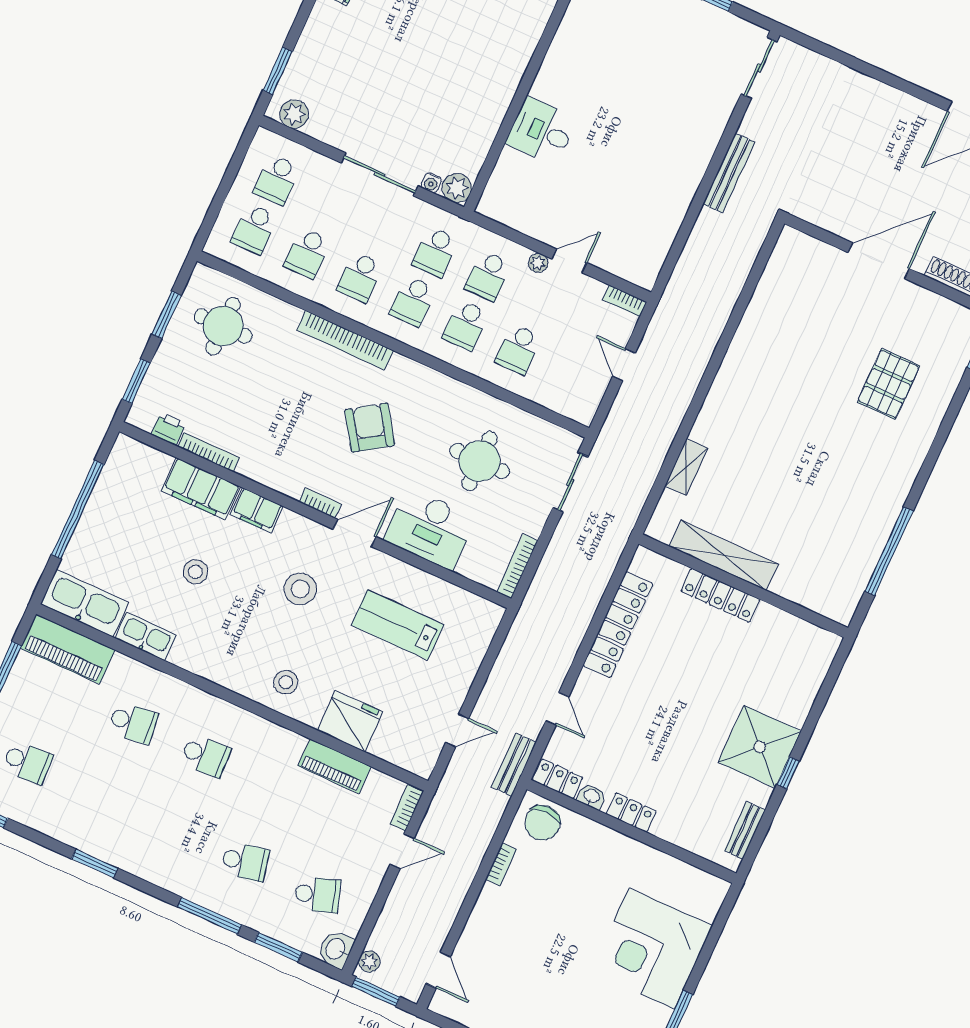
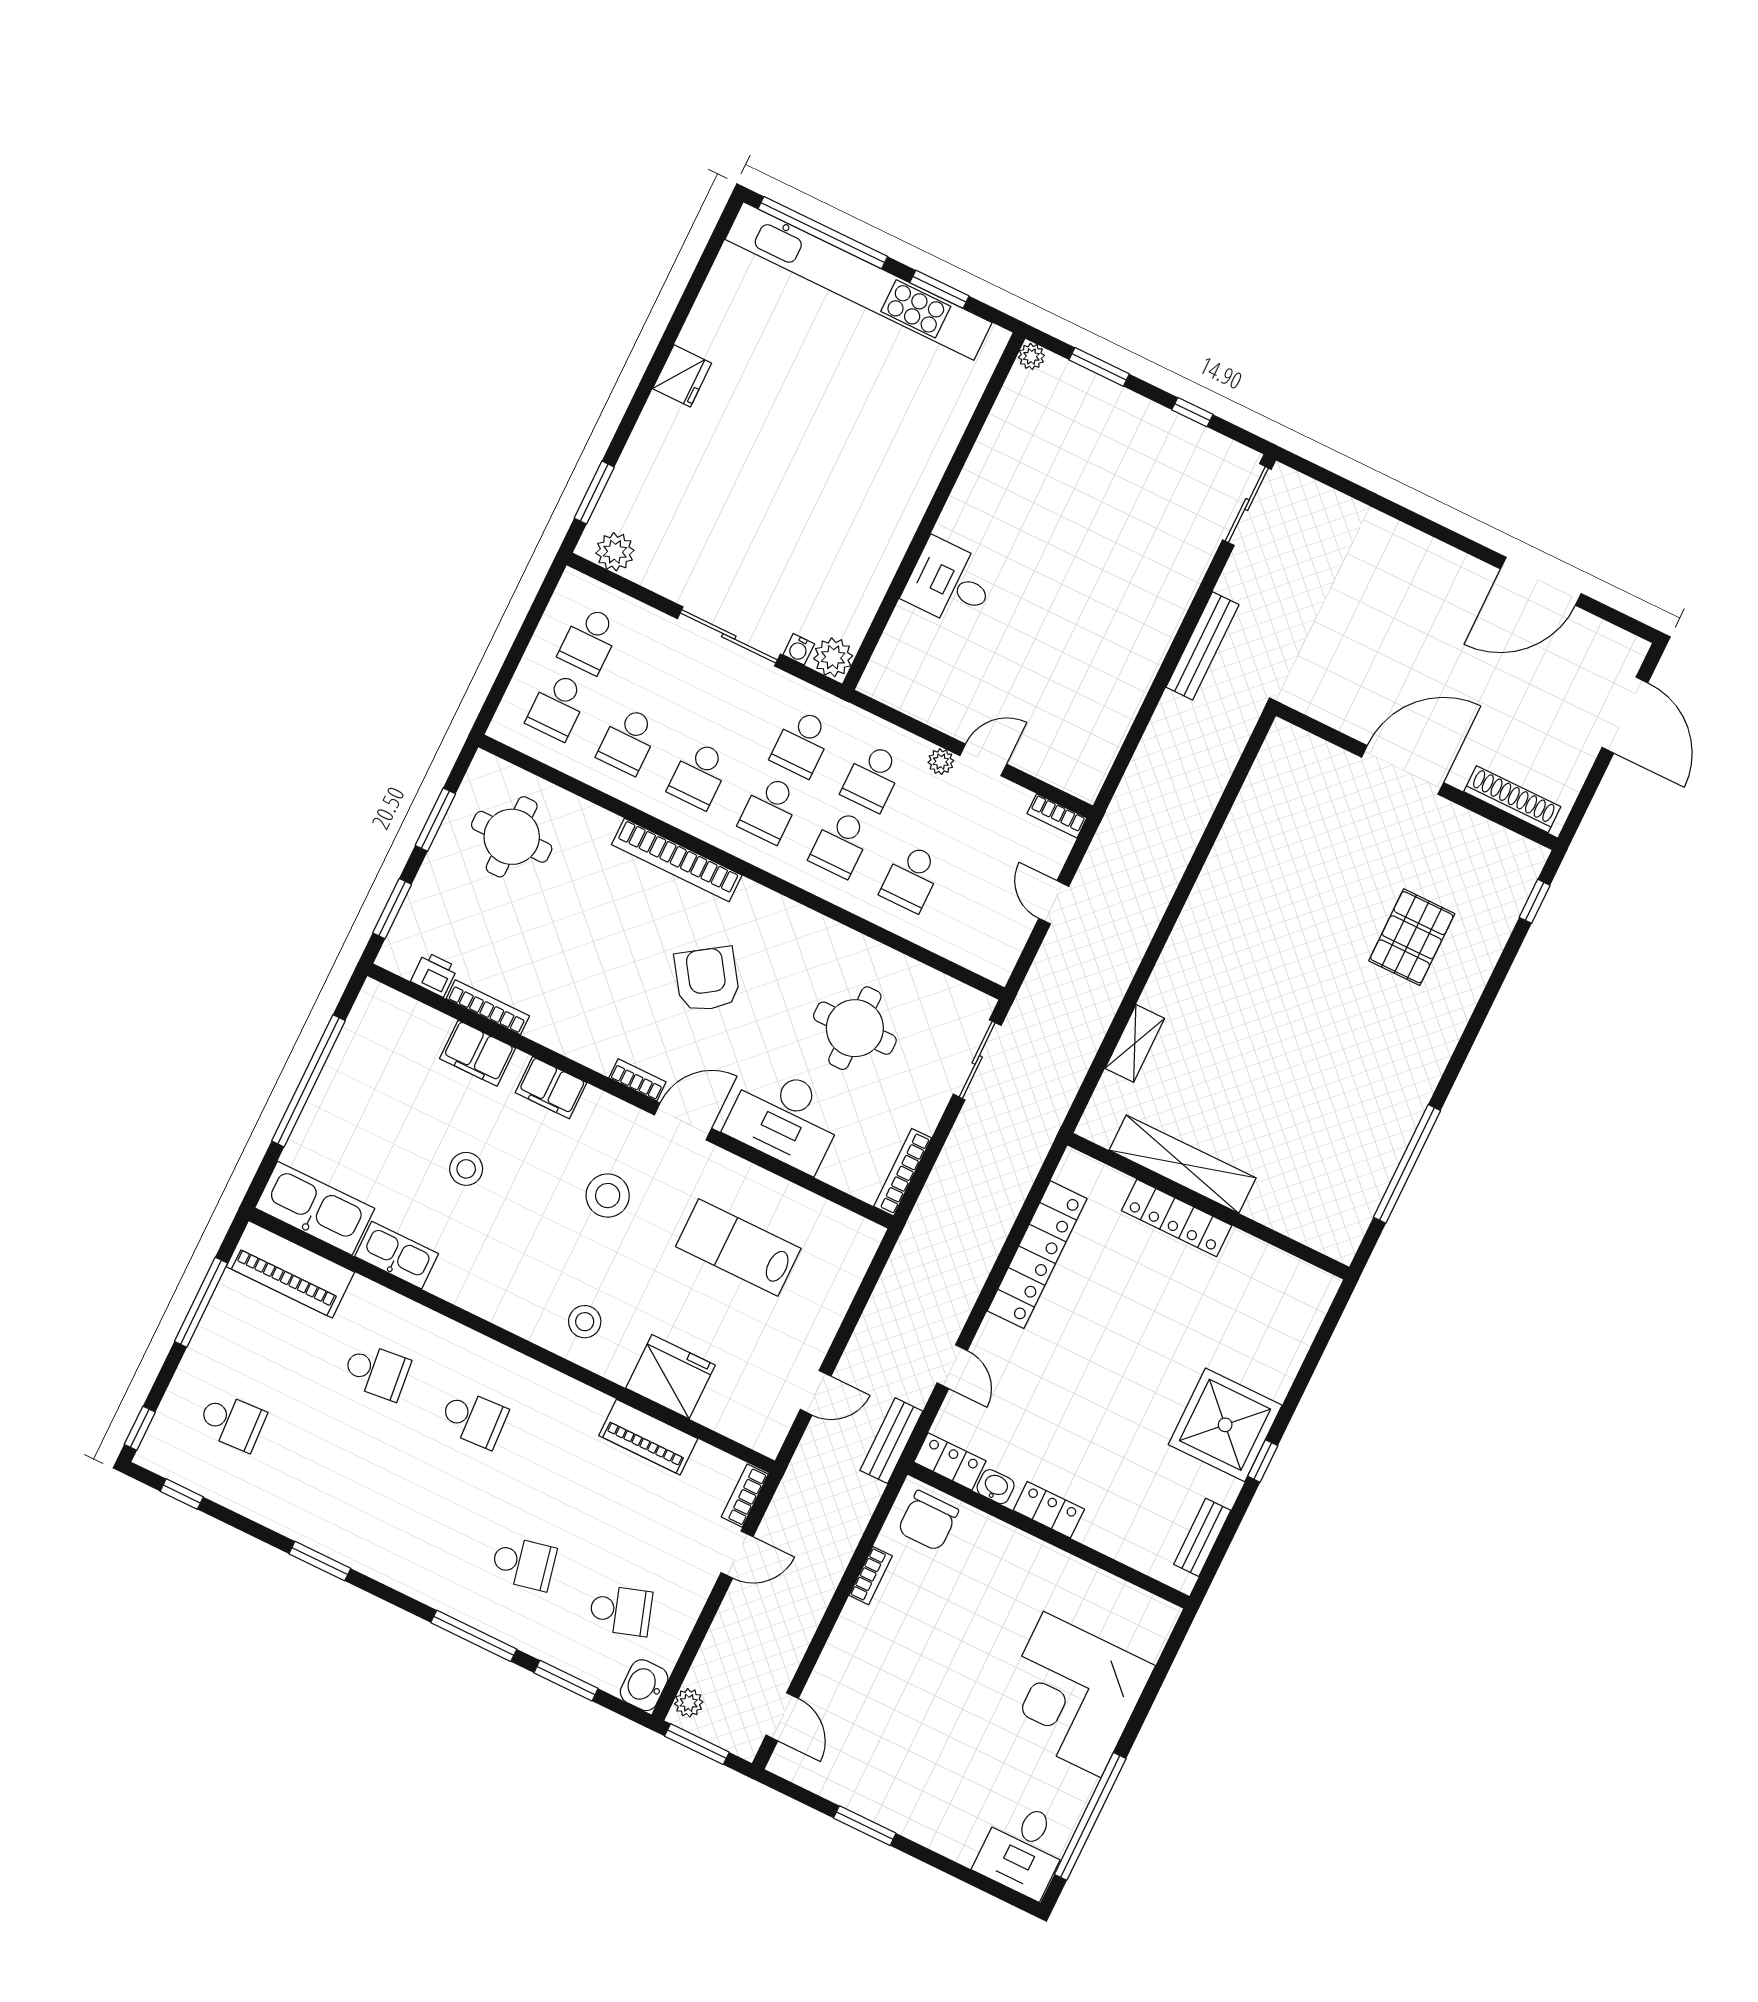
filing cabinet: (201, 489) -> (478, 1053), width x0.67, depth x0.86

